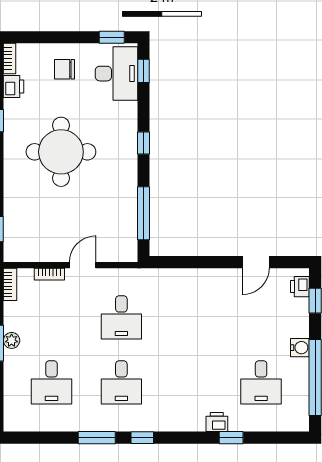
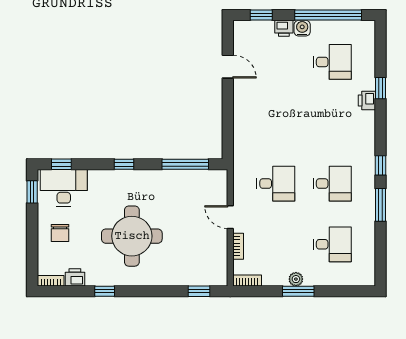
printer: (300, 287) -> (284, 28), moved

